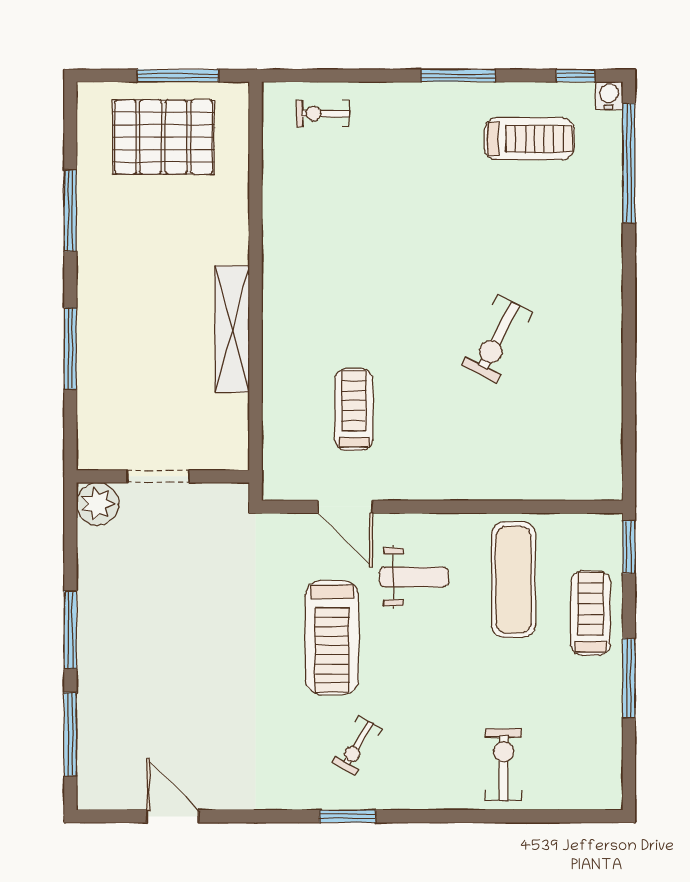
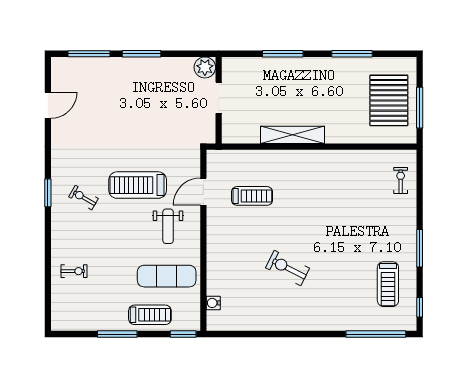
water cooler: (609, 96) -> (213, 303), moved, turned 180
exercise bike: (504, 765) -> (74, 271), width x0.73, depth x0.72

